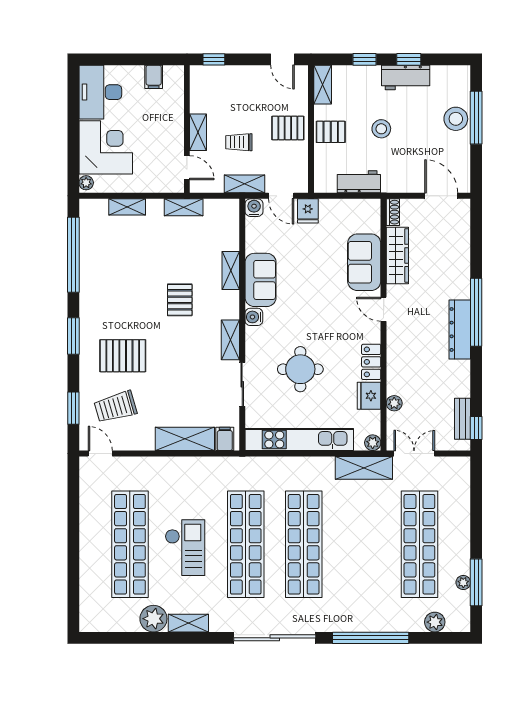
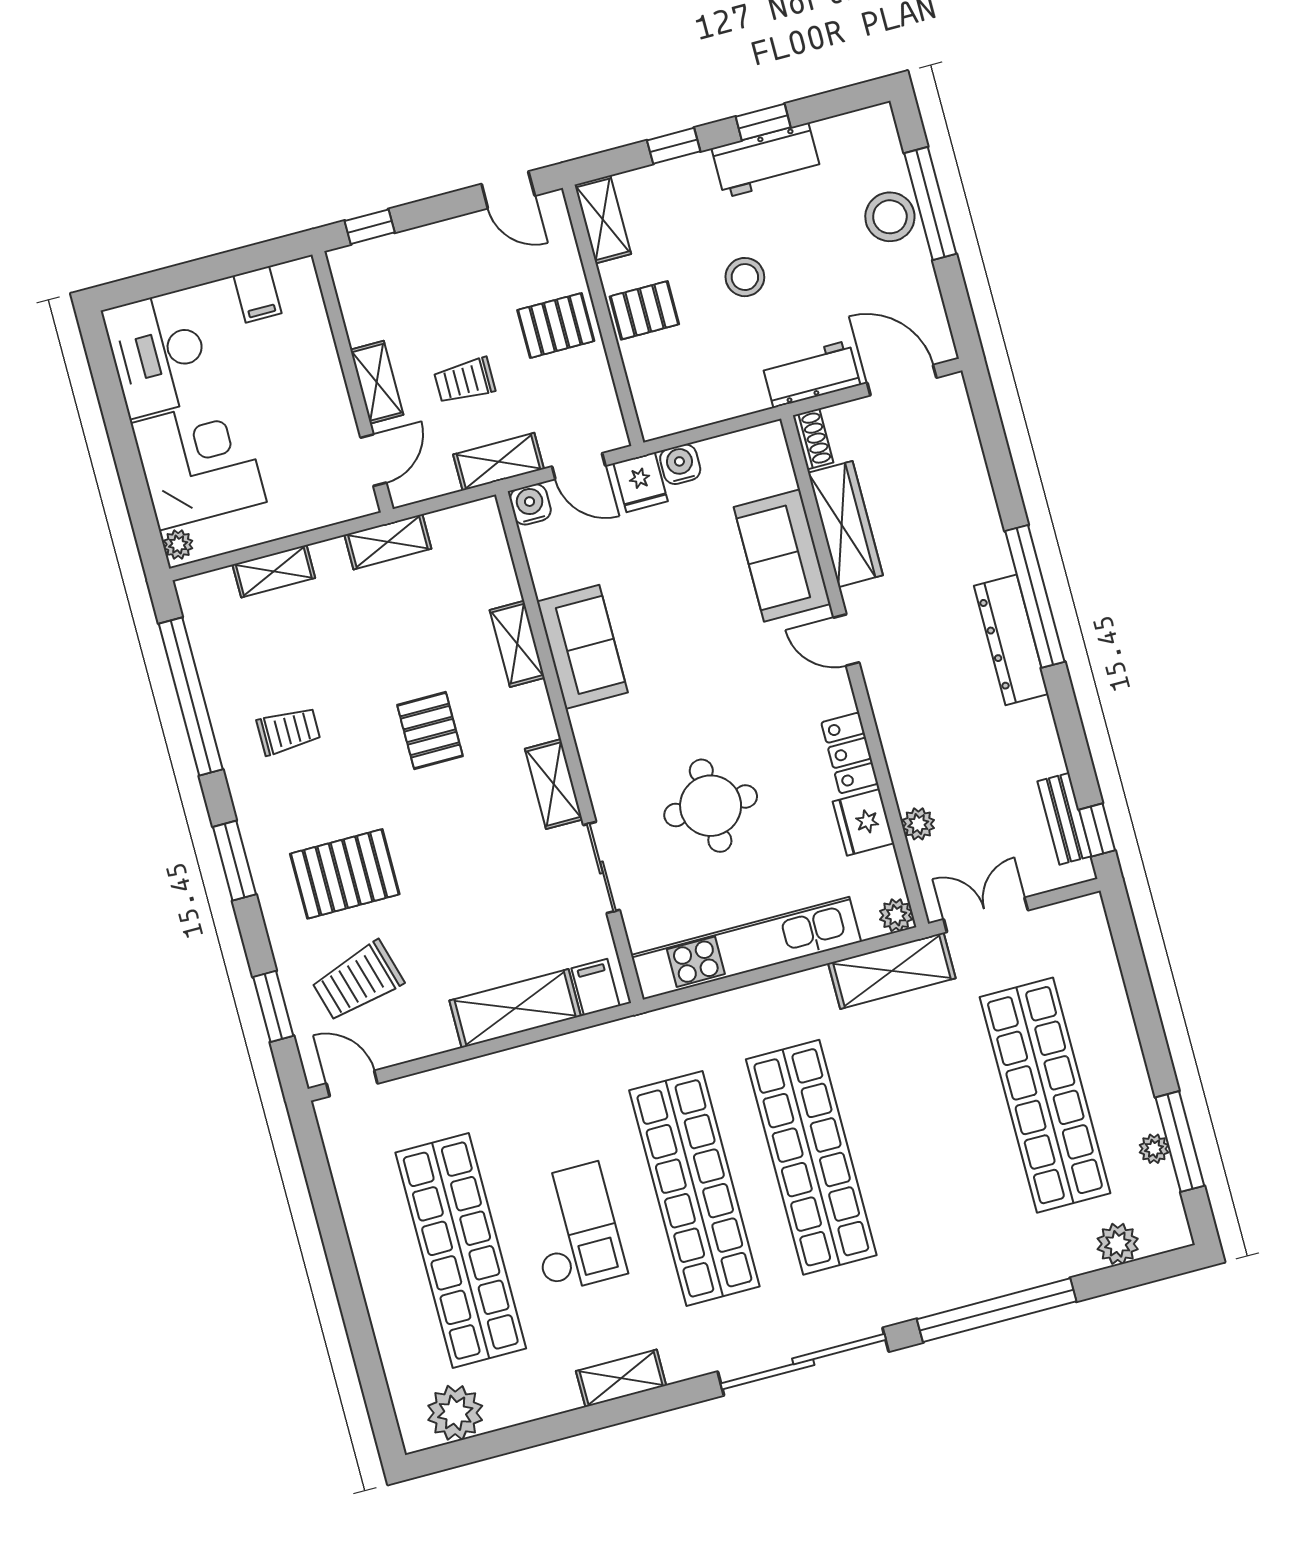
door: (187, 168) -> (373, 460), hinge flipped
workbench: (359, 182) -> (811, 374), moved
trolley: (114, 283) -> (288, 731), added
water cooler: (254, 317) -> (680, 464), moved, turned 90
plant: (153, 619) -> (455, 1413), moved

